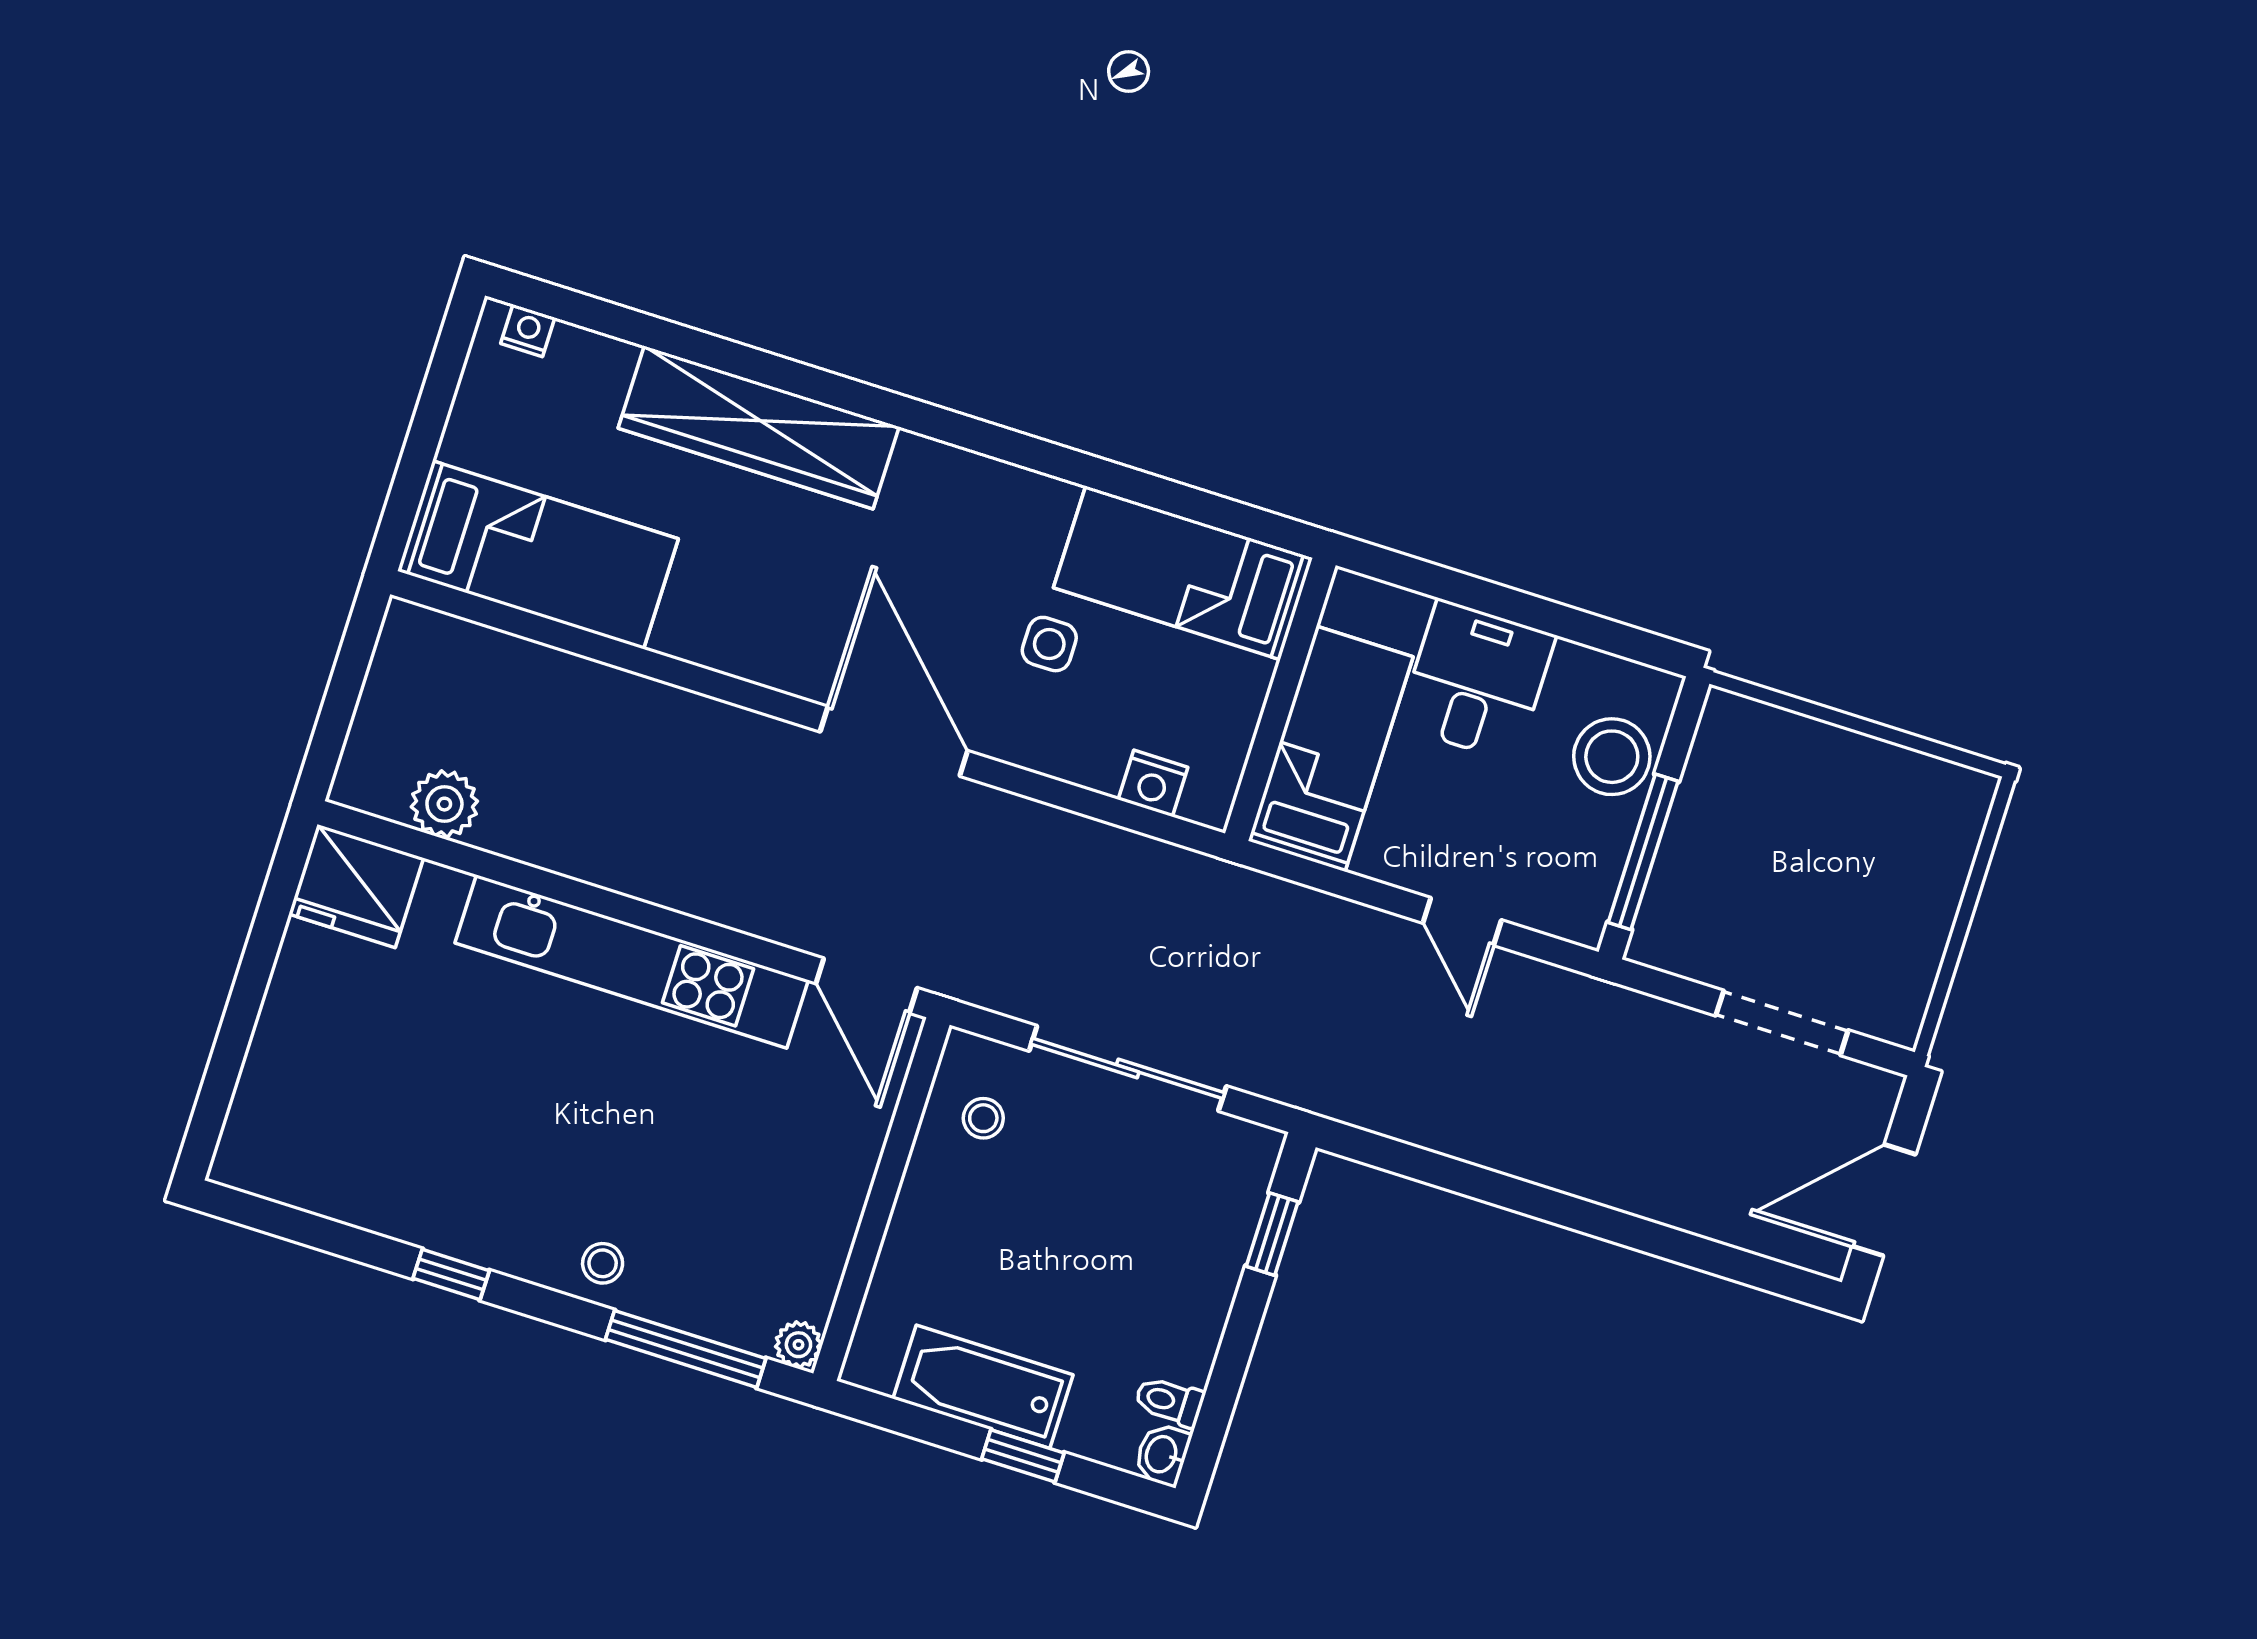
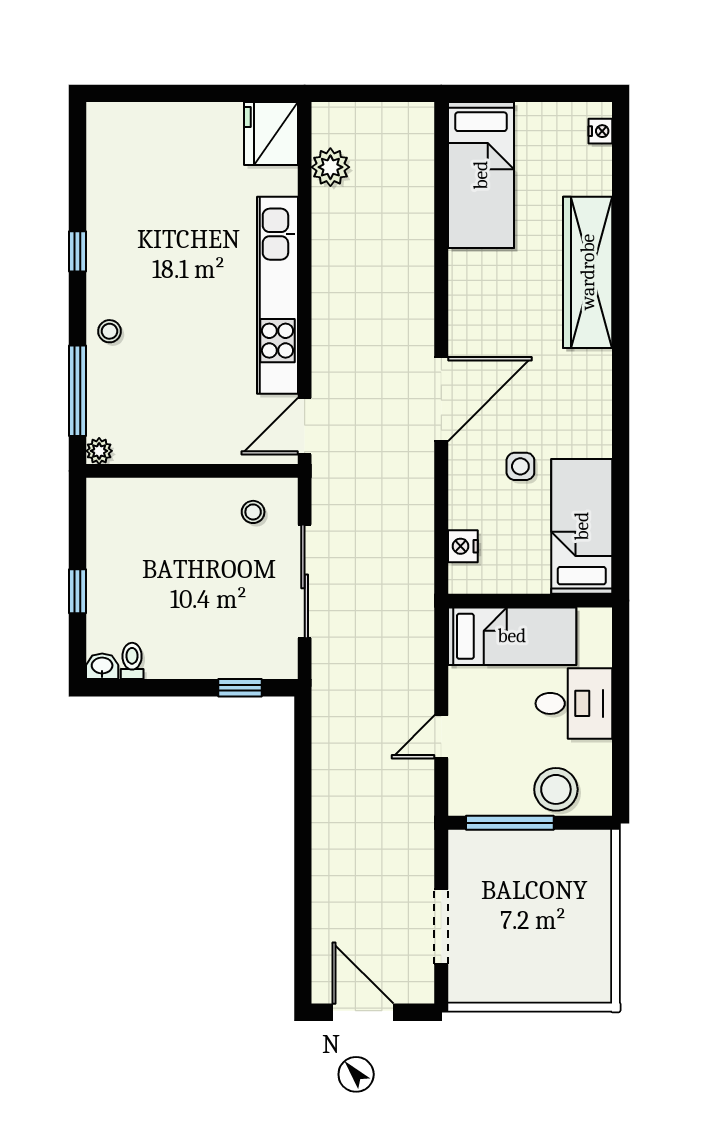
bathtub: (983, 1387) -> (108, 558), removed

